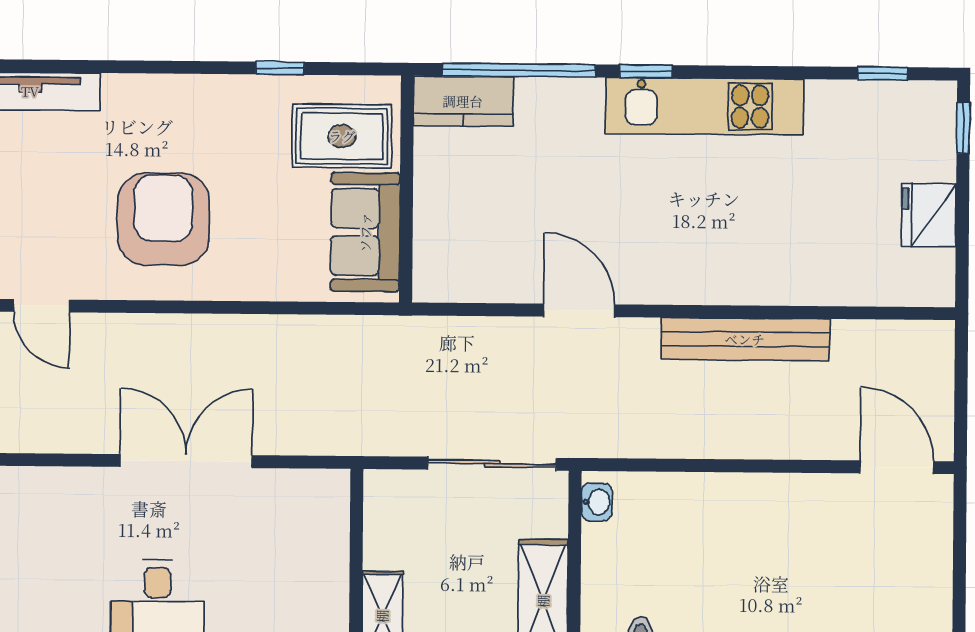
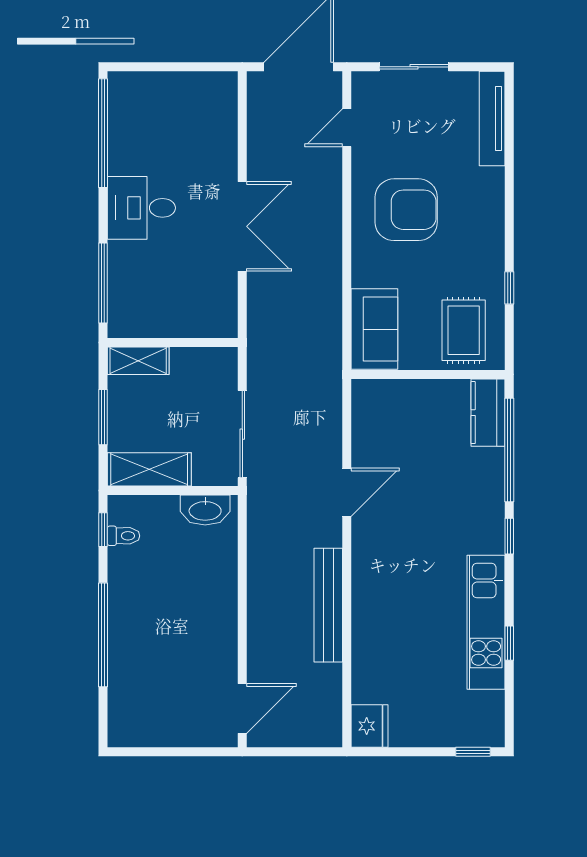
window: (882, 73) -> (509, 643), moved
kitchen unit: (705, 106) -> (486, 622), moved
fridge: (929, 215) -> (370, 726), moved, turned 90
sofa: (365, 232) -> (374, 329), moved, turned 90
washbasin: (597, 502) -> (205, 510), width x1.91, depth x1.45

